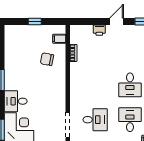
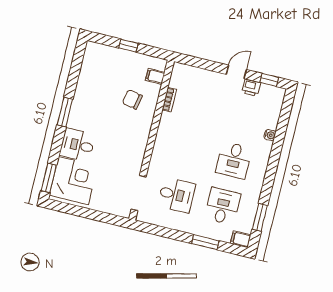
printer: (99, 30) -> (251, 88), moved

